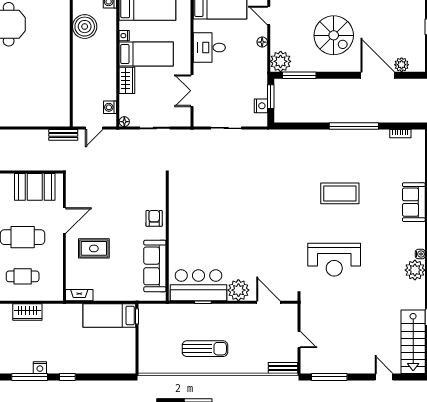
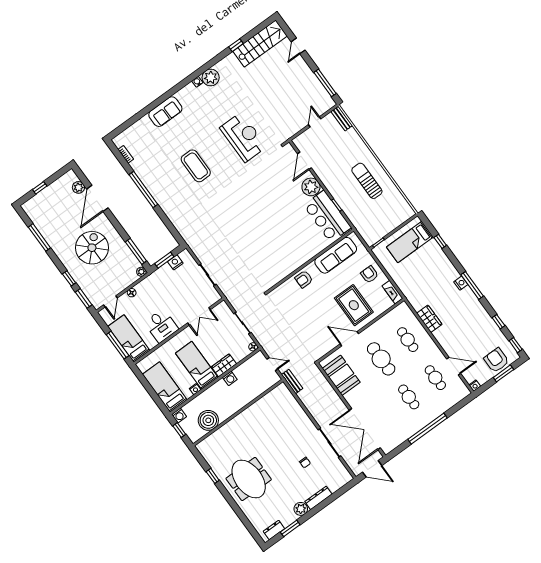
plant: (281, 61) -> (141, 272), width x0.53, depth x0.53
washing machine: (110, 107) -> (230, 378), moved
rug: (94, 248) -> (354, 305), width x1.36, depth x1.43
armchair: (113, 285) -> (369, 274), added
bed: (109, 315) -> (410, 242), moved, turned 90
window: (67, 377) -> (440, 241), moved

